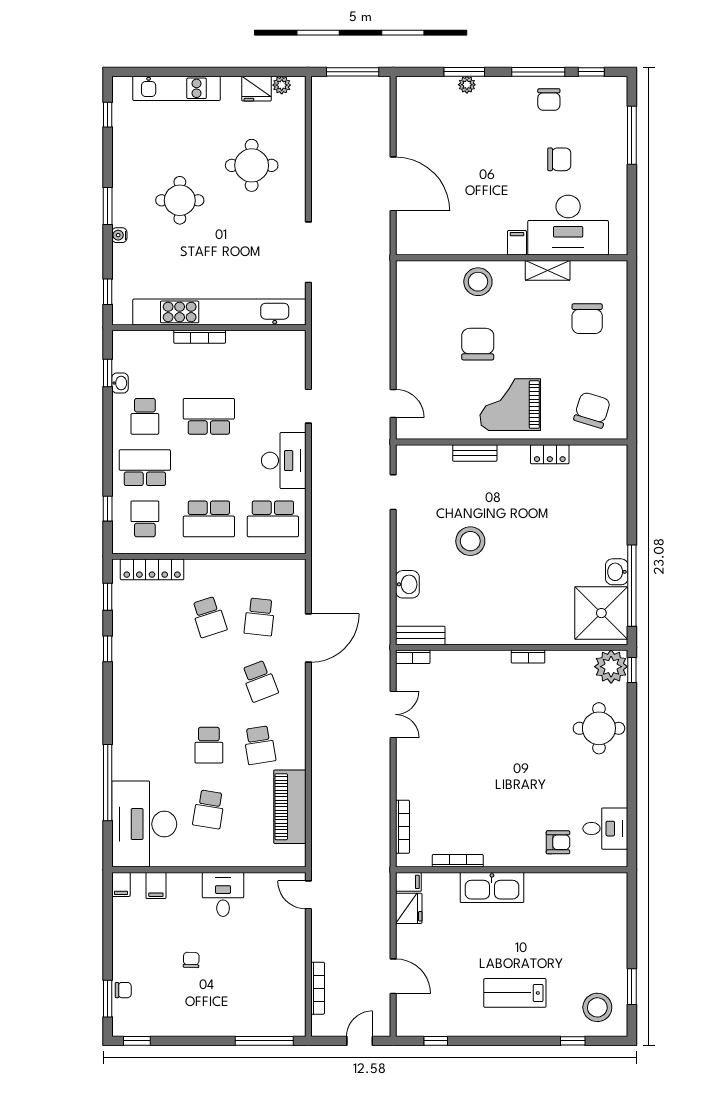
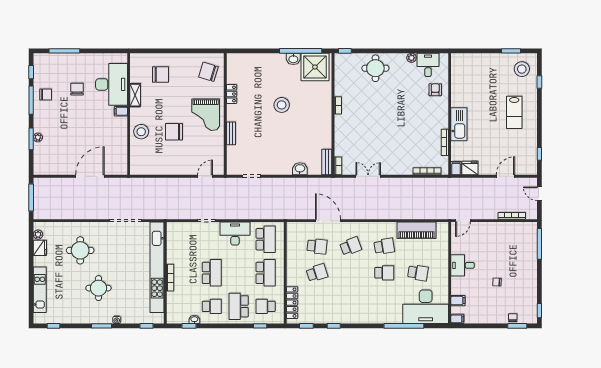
school desk: (209, 416) -> (212, 273), turned 180
stool: (470, 541) -> (282, 105), moved
plant: (611, 667) -> (412, 58), moved, width x0.53, depth x0.53

